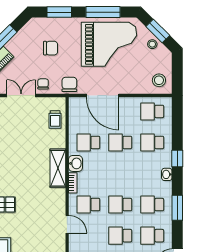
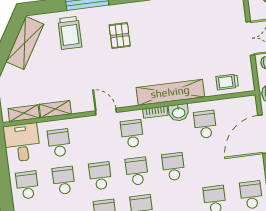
school desk: (120, 142) -> (173, 167), moved
shelving: (58, 168) -> (170, 92), width x1.47
door: (67, 224) -> (106, 112), swing flipped

